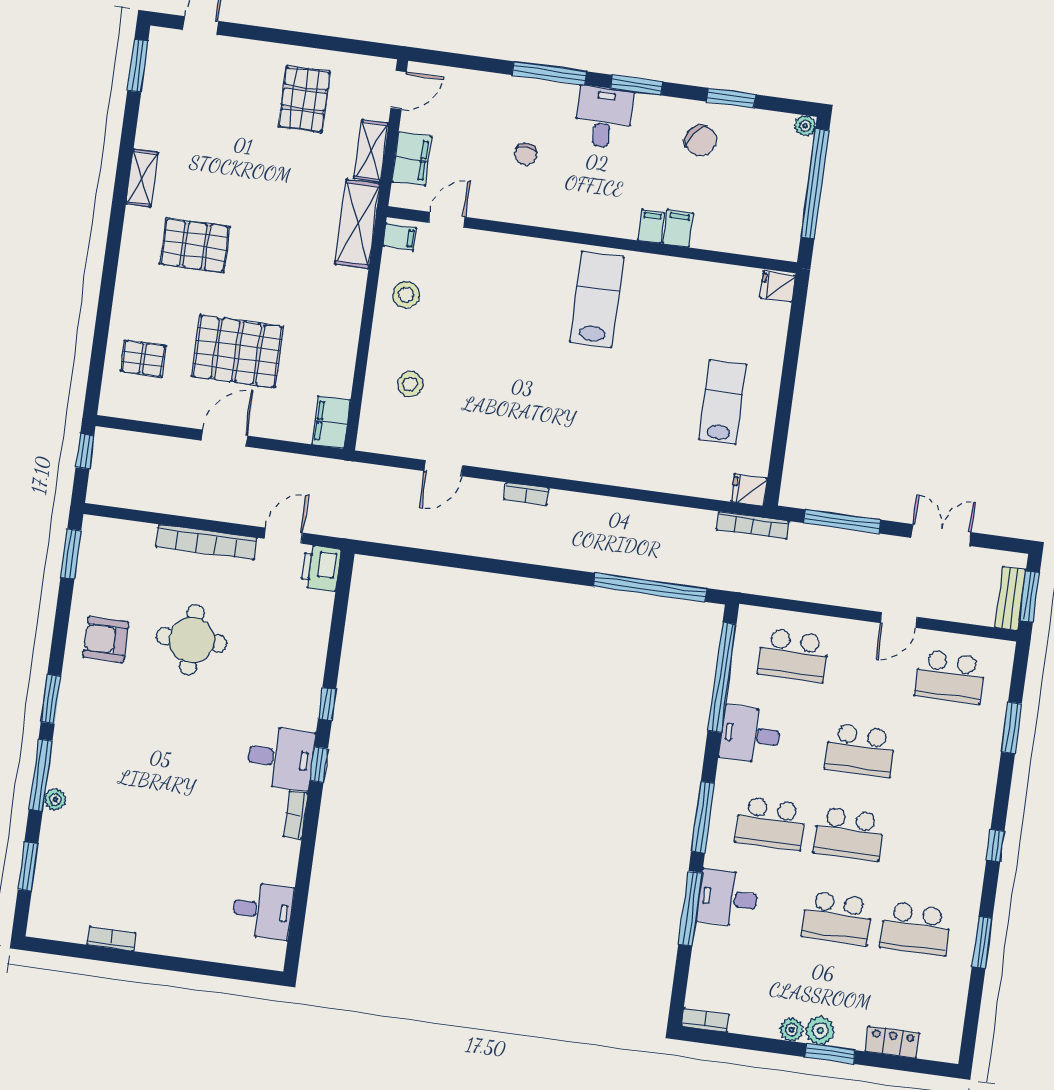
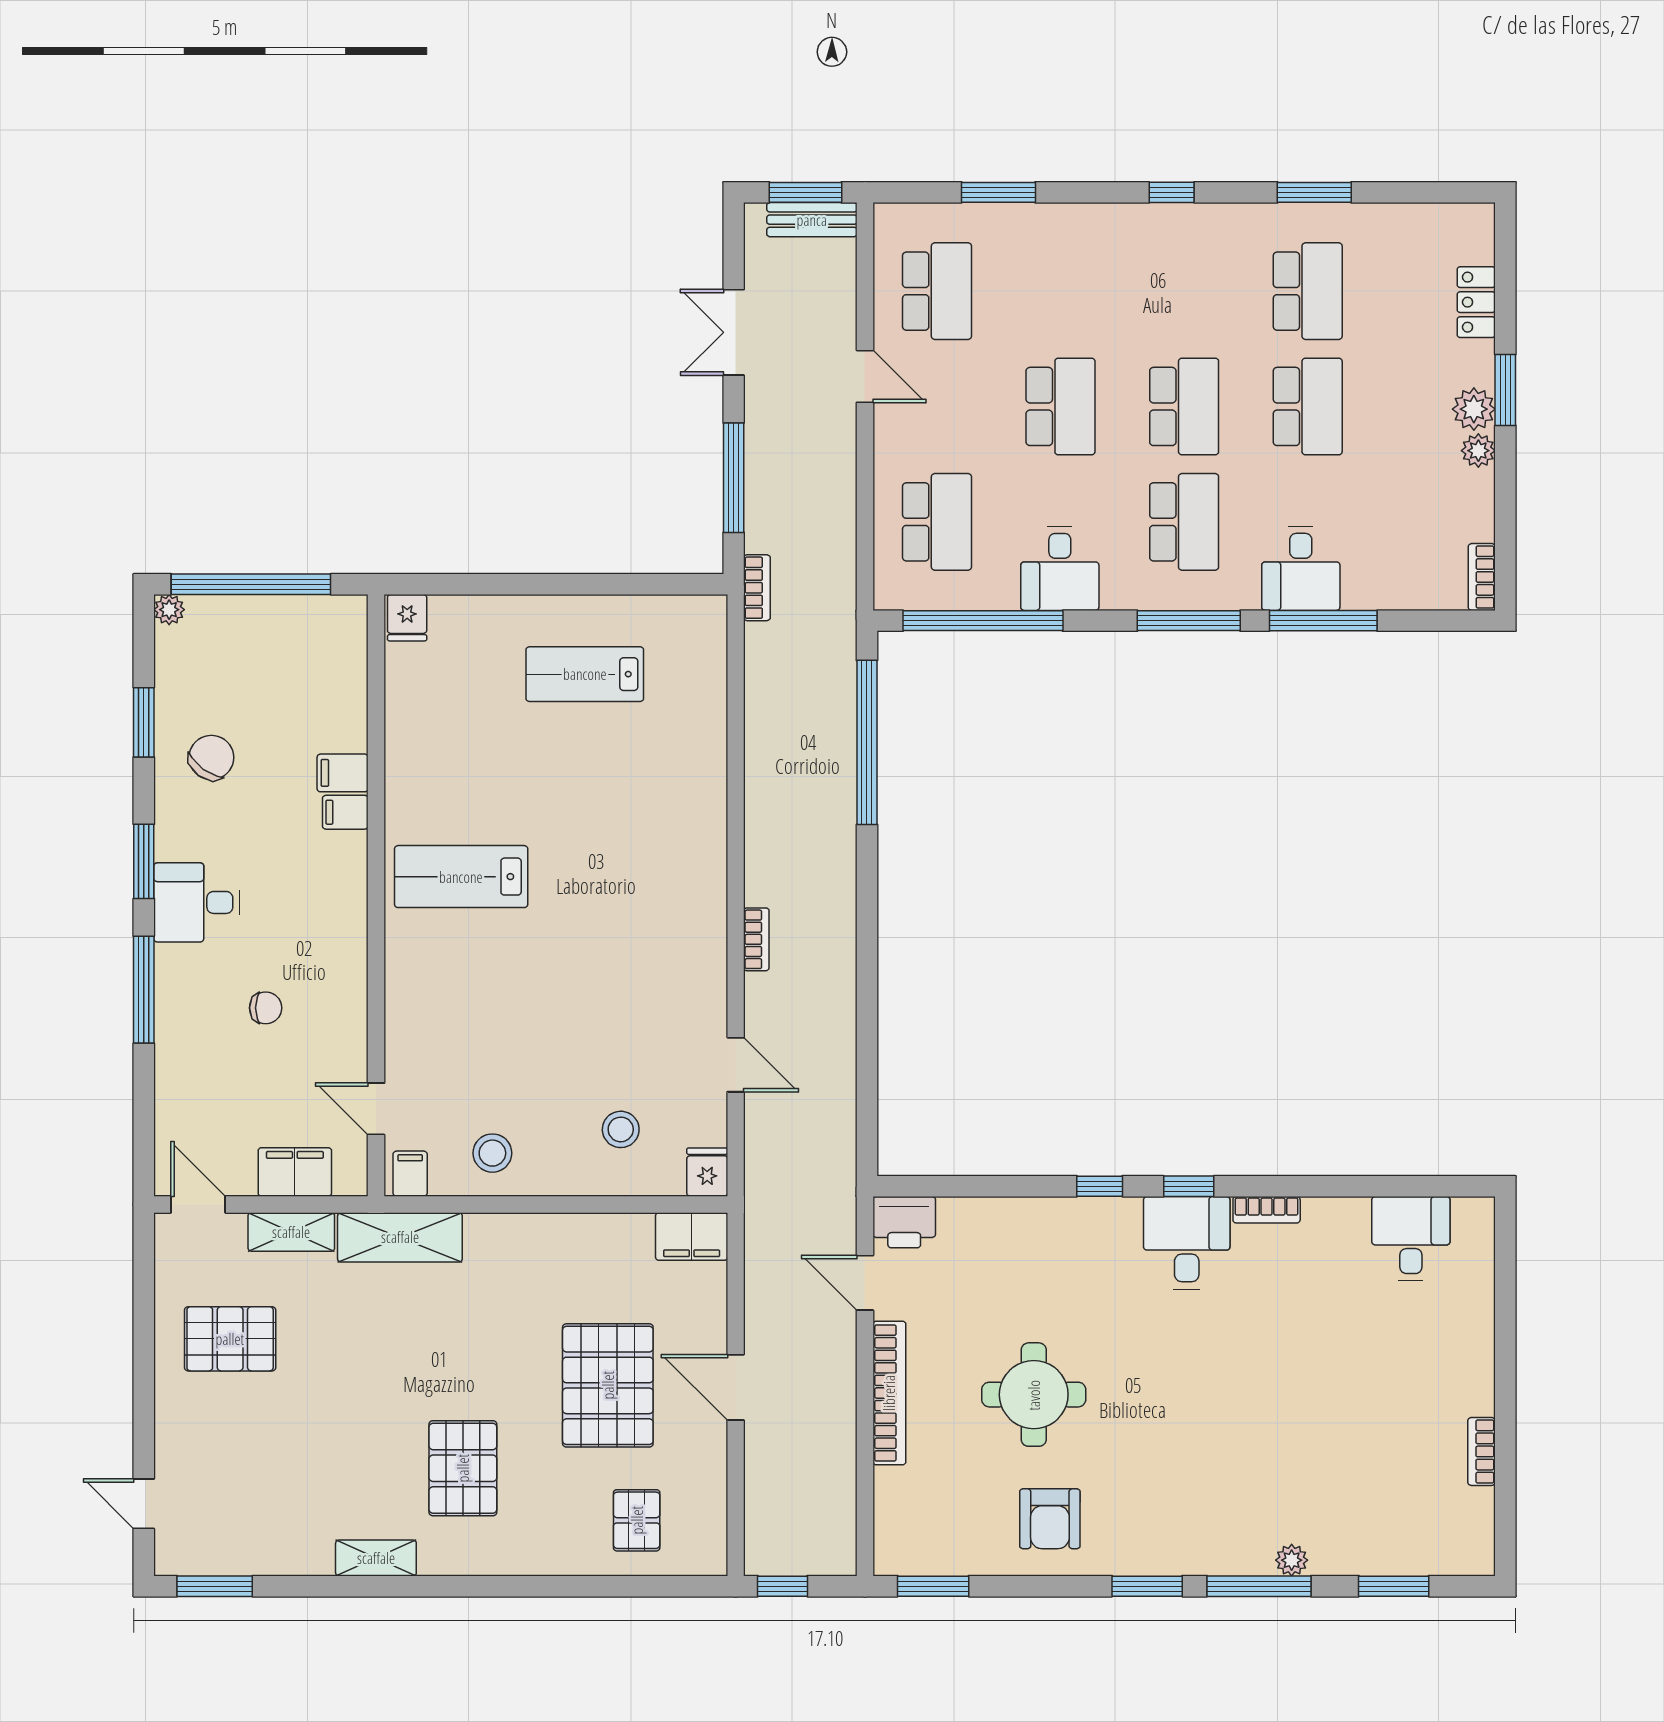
fridge: (749, 490) -> (707, 1172), moved, turned 180
bookcase: (753, 525) -> (757, 588), width x0.64

